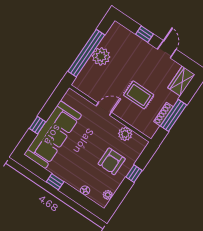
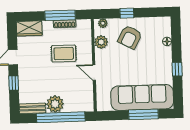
bench: (111, 34) -> (32, 108), added
rug: (139, 95) -> (64, 54), turned 90
window: (37, 125) -> (143, 114), width x2.17
armchair: (112, 161) -> (130, 37), turned 118
plant: (108, 195) -> (103, 23), moved

